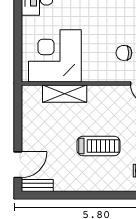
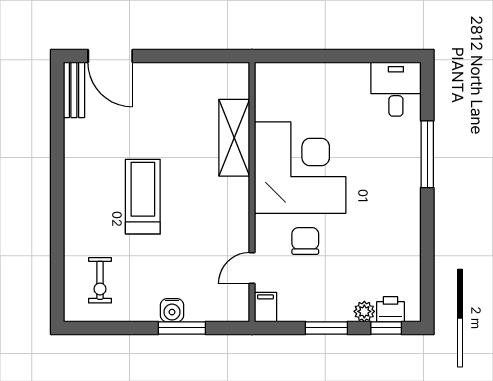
corner desk: (55, 56) -> (300, 168), moved
treadmill: (98, 146) -> (143, 197), turned 180

